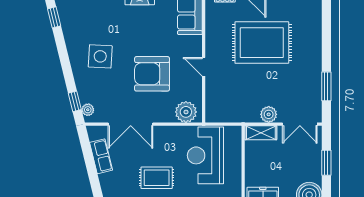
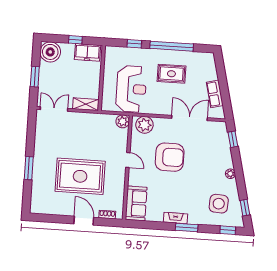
side table: (100, 56) -> (219, 204), moved
window: (326, 86) -> (29, 168), moved
plant: (88, 110) -> (230, 174), moved
plant: (269, 114) -> (123, 121), moved

